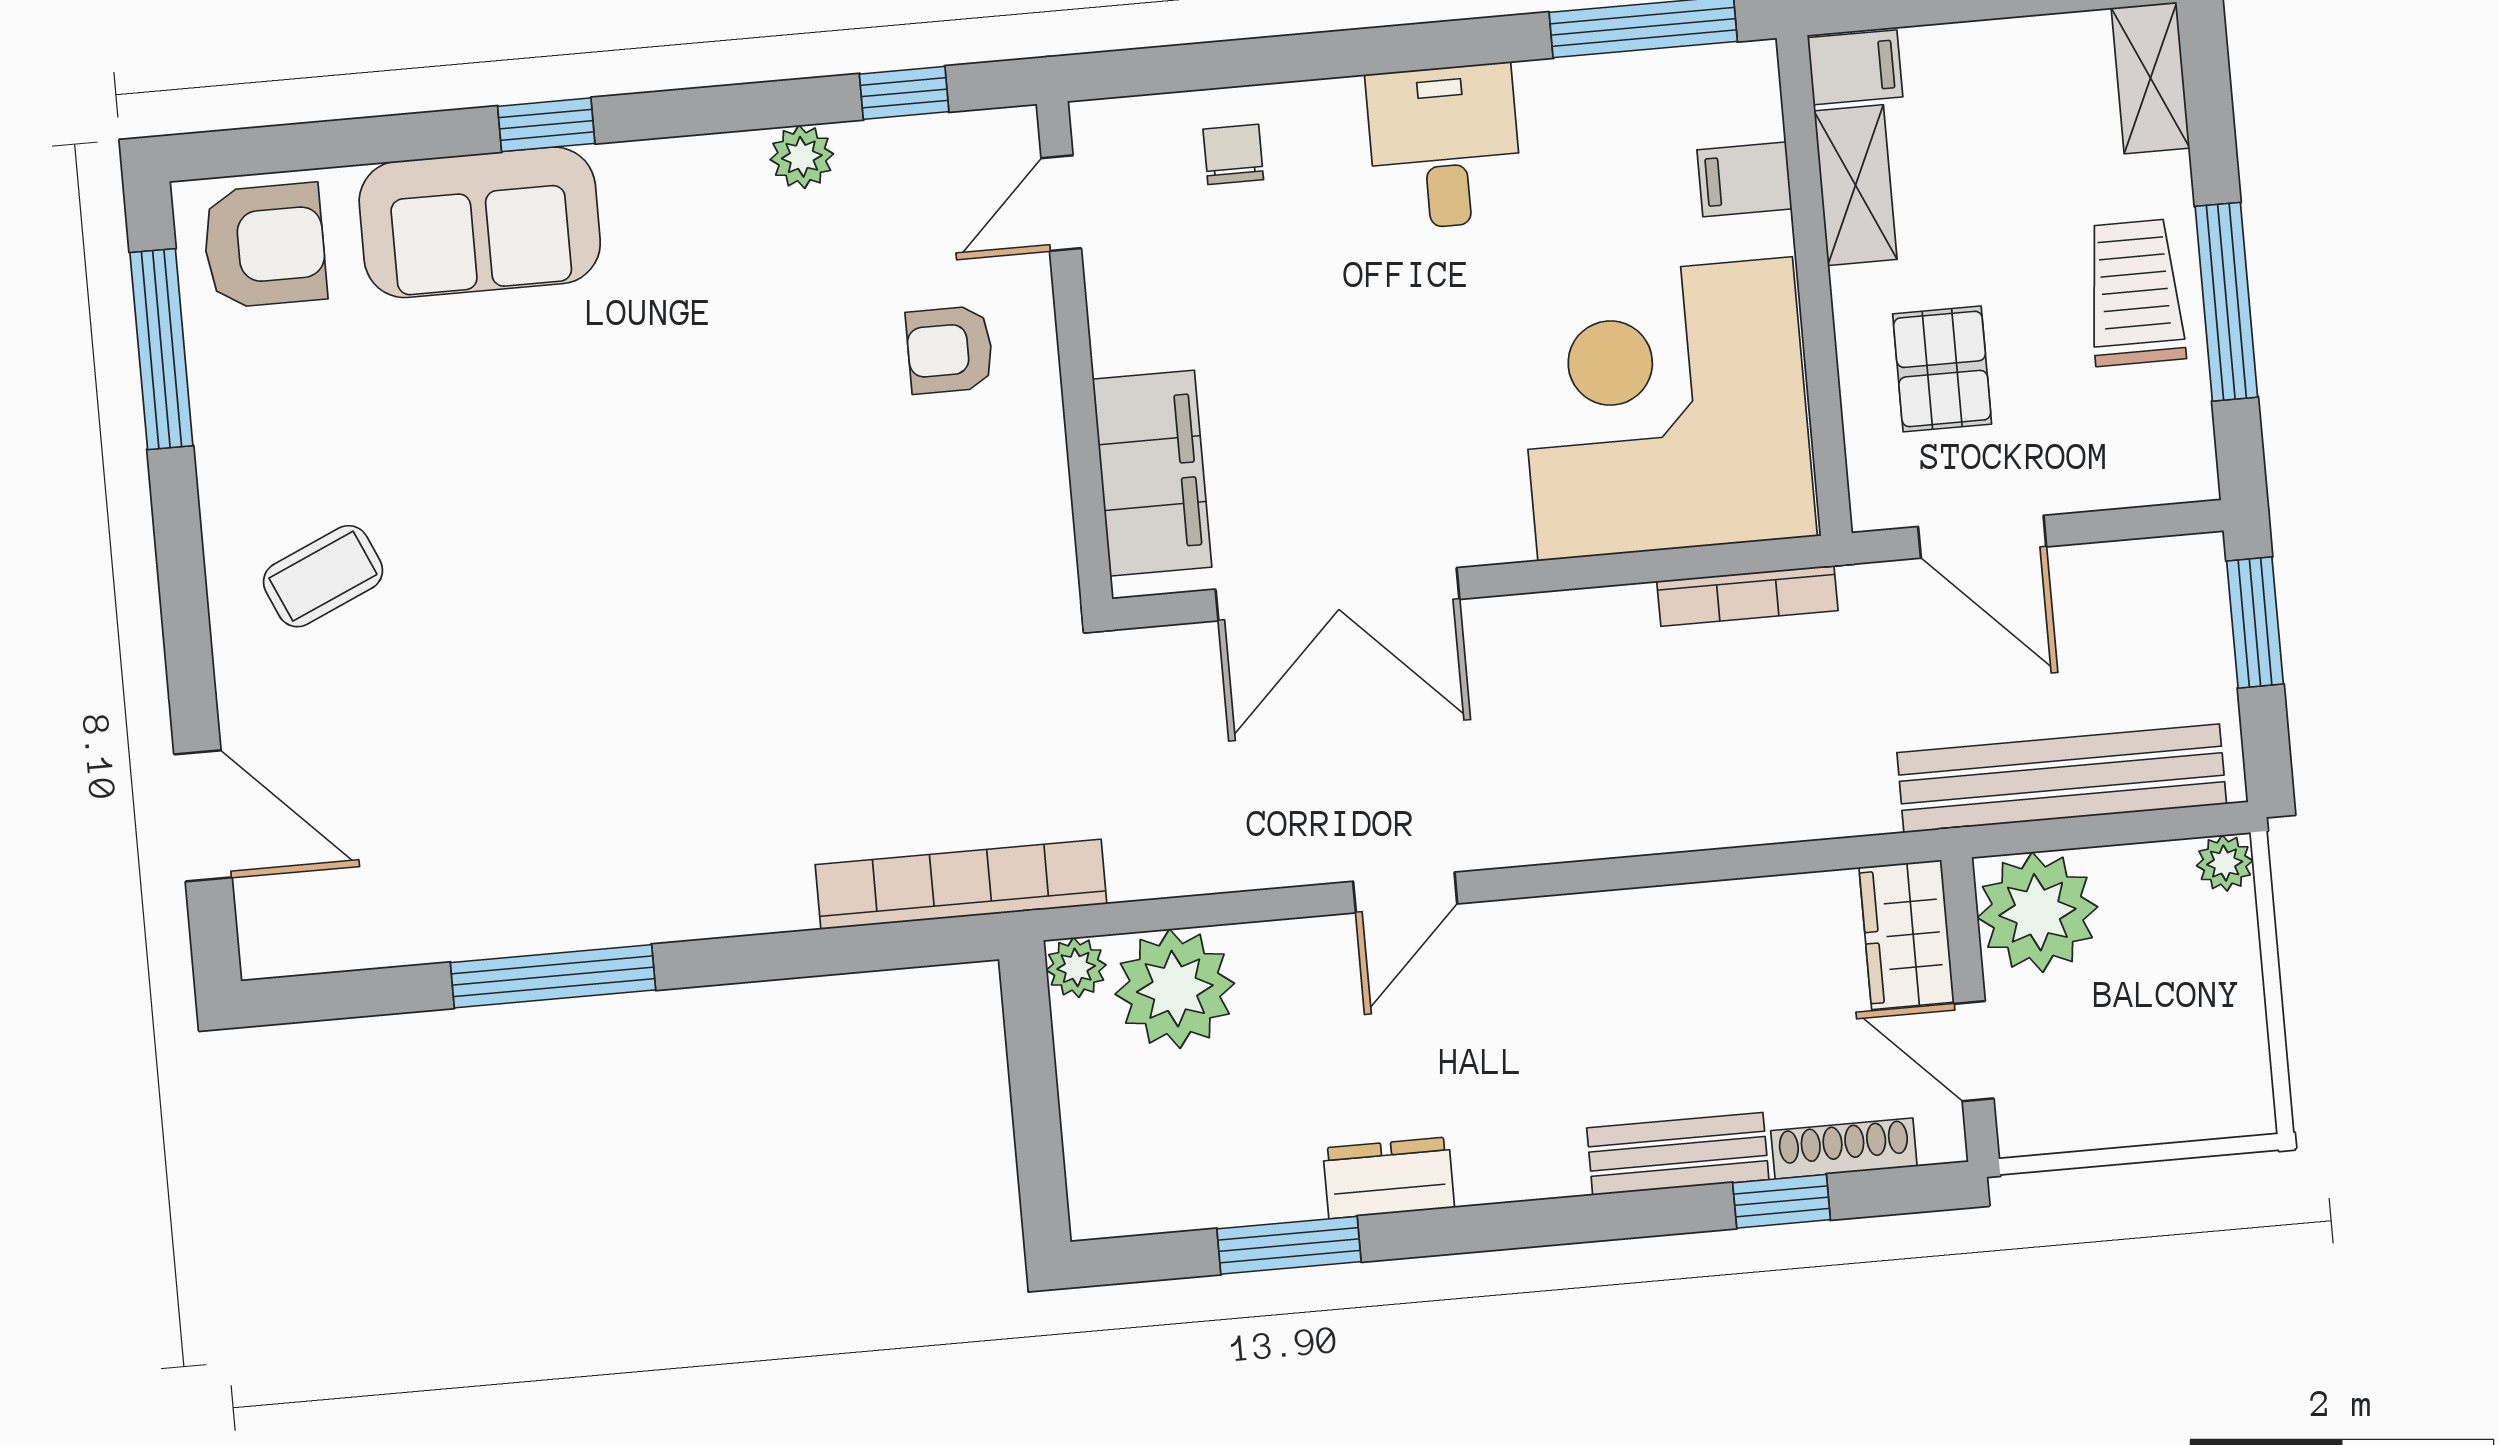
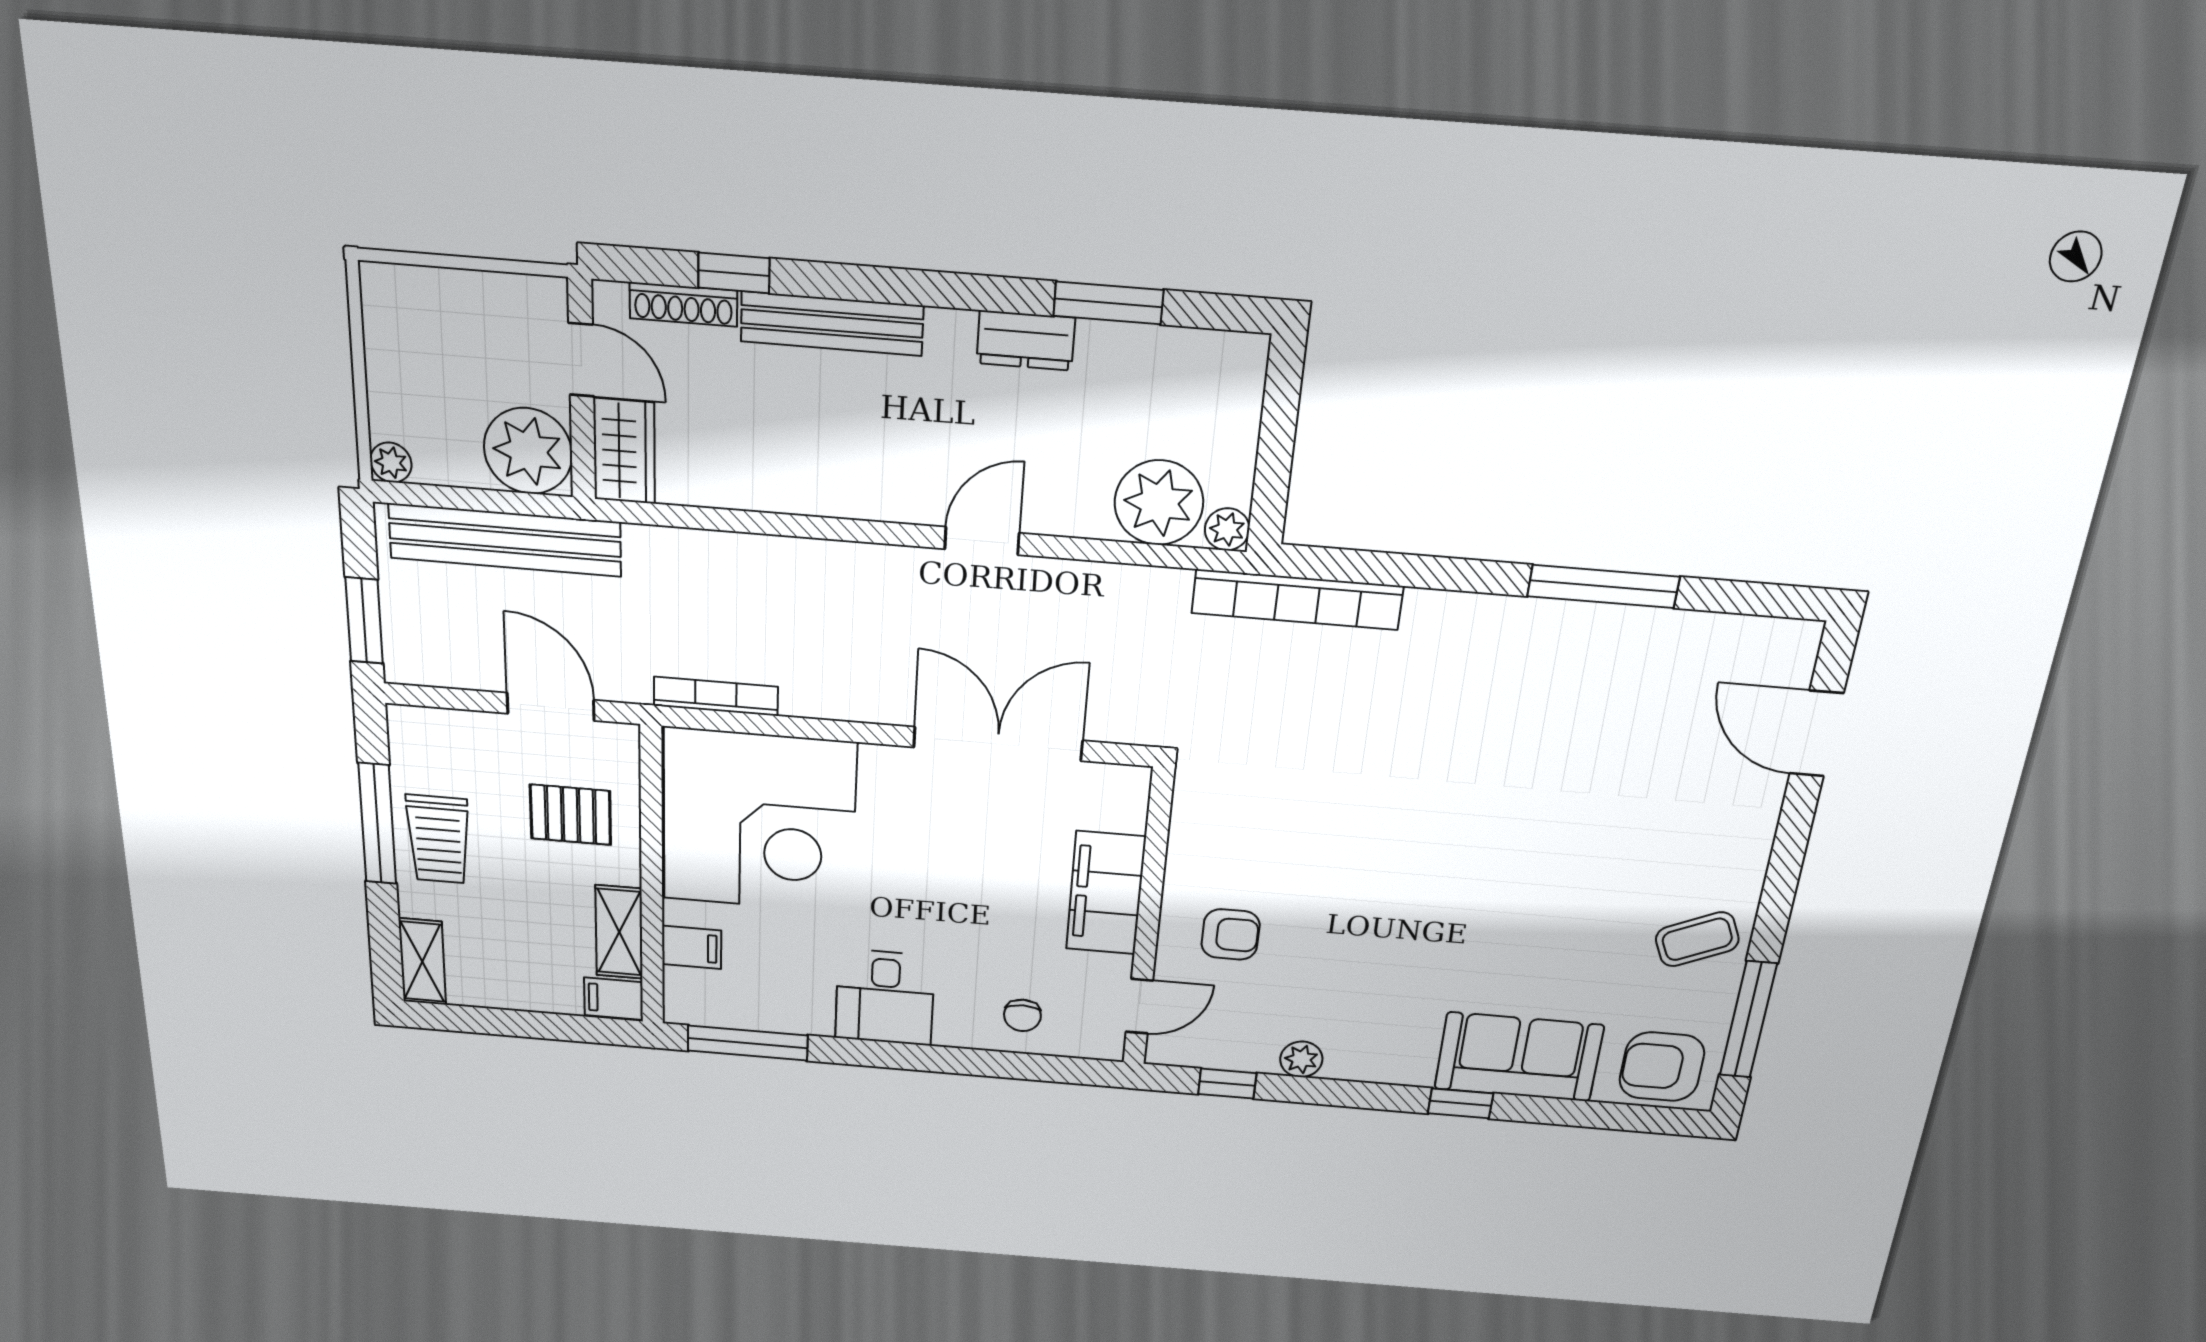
pallet: (1942, 369) -> (570, 815), turned 90
filing cabinet: (1152, 473) -> (1106, 893), moved
coffee table: (323, 576) -> (1697, 939), moved
bench: (1678, 1154) -> (832, 324), width x1.36

